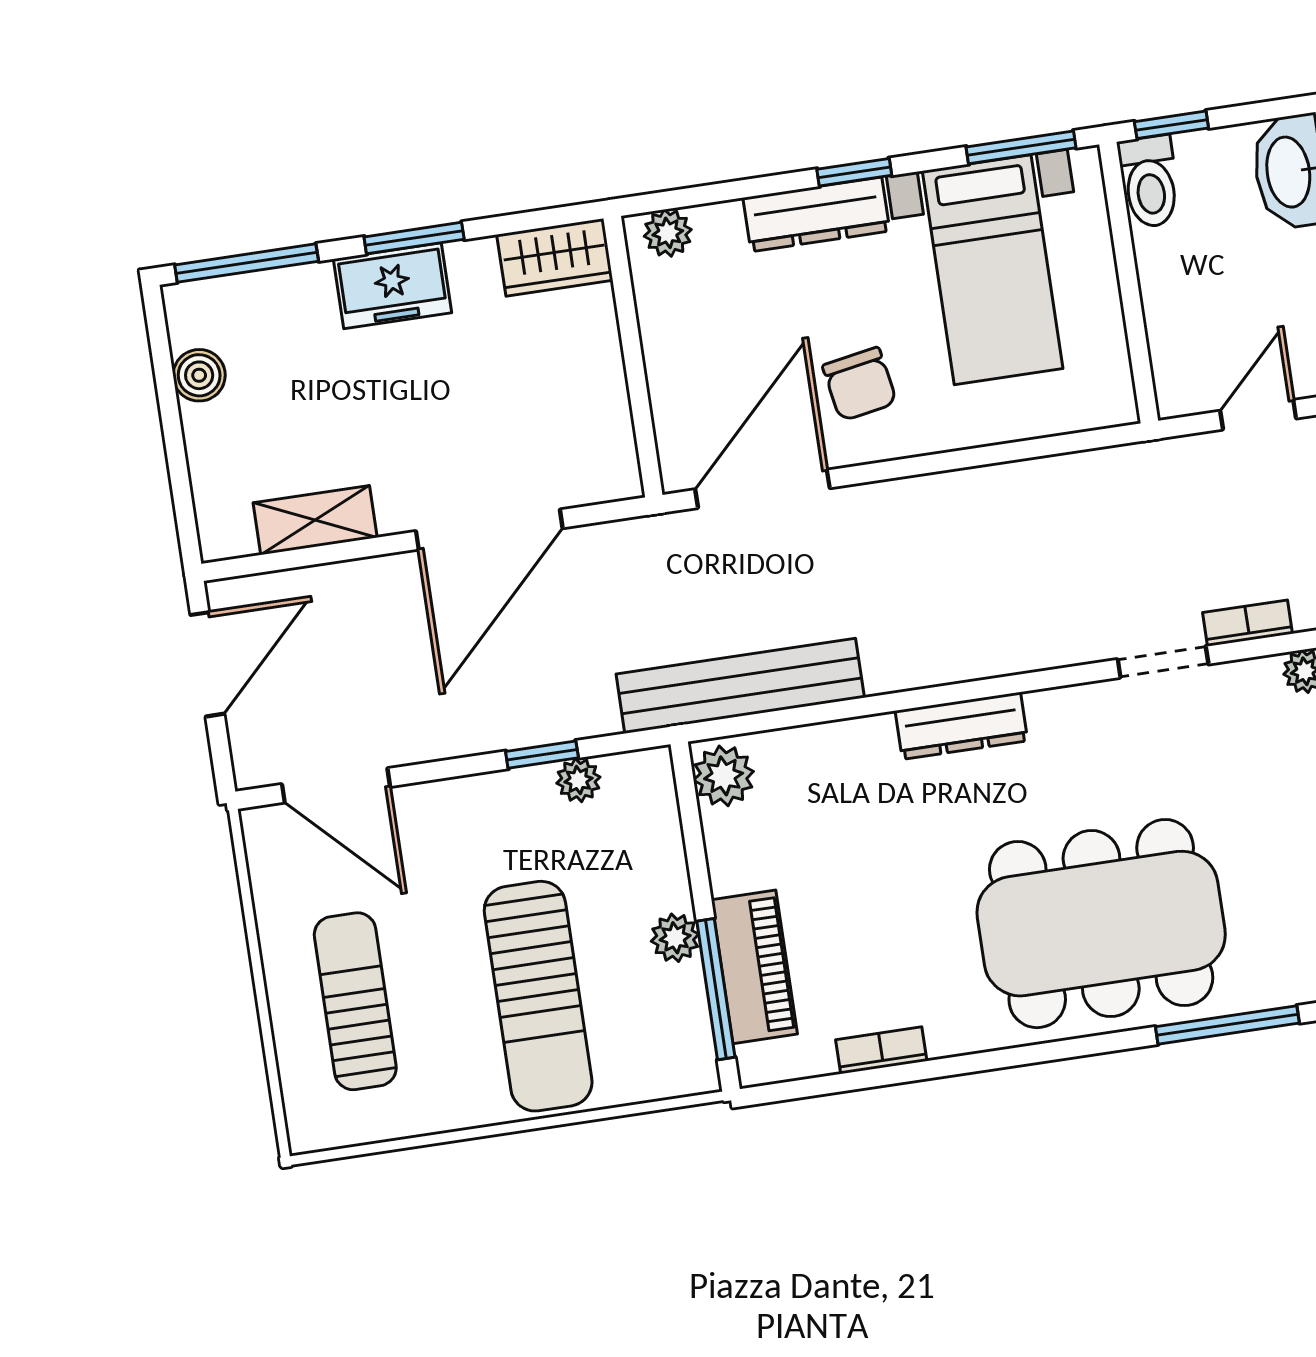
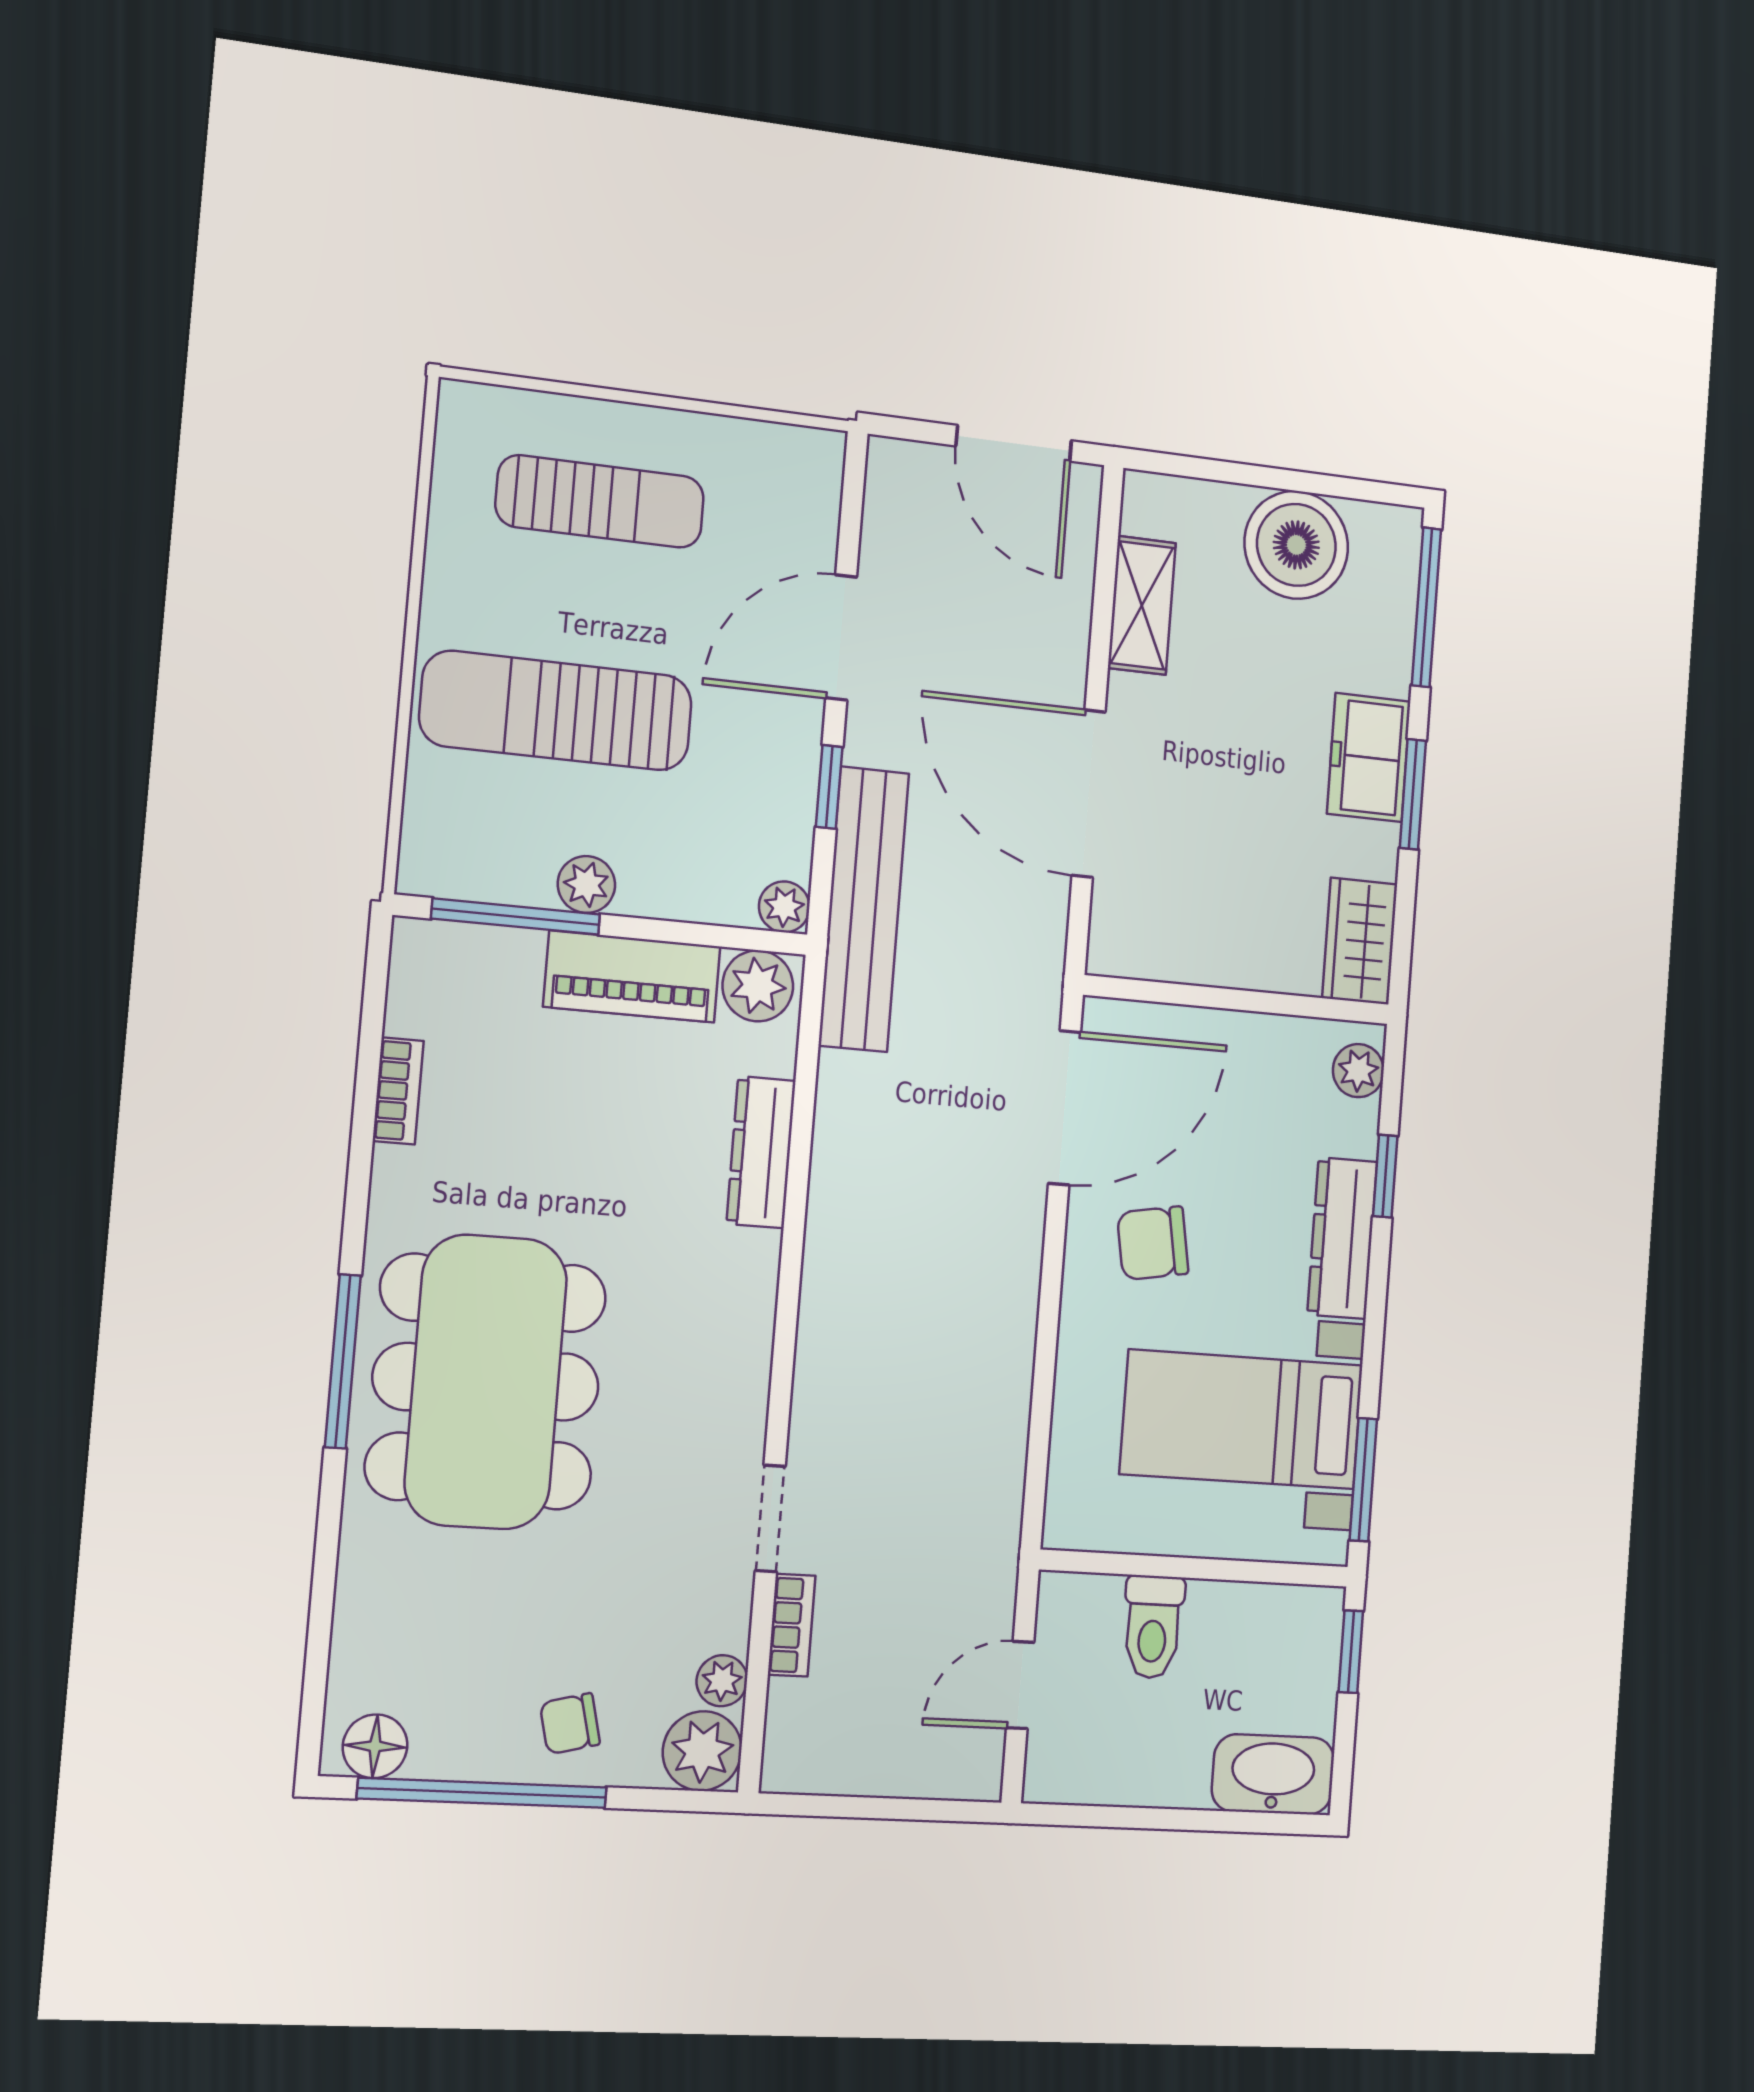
window: (854, 172) -> (1385, 1176), moved
toilet: (1149, 182) -> (1153, 1627), moved, turned -90
boiler: (199, 375) -> (1296, 545), width x1.86, depth x1.86
door: (1258, 415) -> (1020, 1685), swing flipped
door: (762, 489) -> (1064, 1108), hinge flipped
bench: (740, 686) -> (864, 909), moved
dresser: (961, 726) -> (761, 1152), moved
plant: (578, 780) -> (784, 907), moved
door: (336, 785) -> (841, 637), moved
piano: (754, 967) -> (632, 977), moved
window: (1227, 1025) -> (343, 1361), moved

